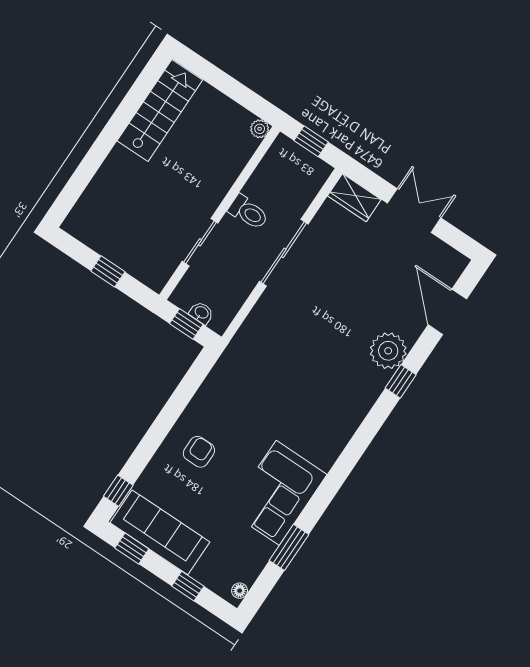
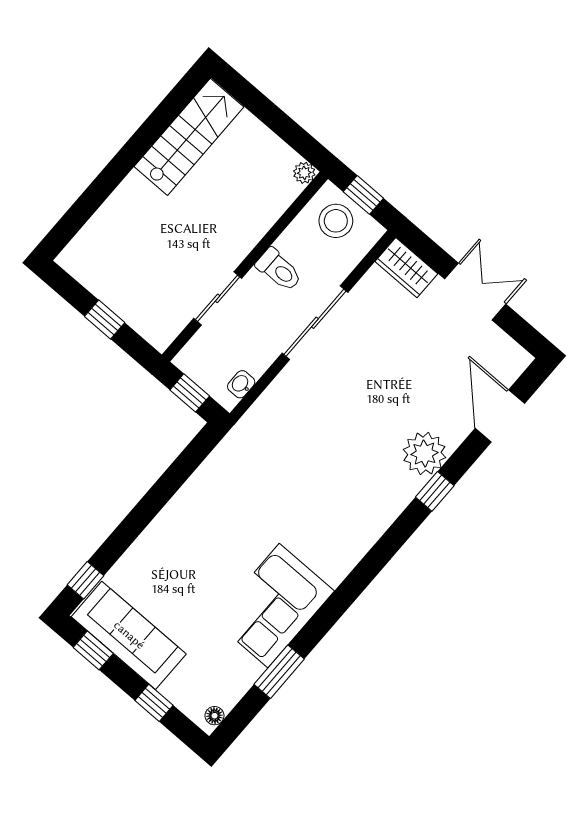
stool: (291, 166) -> (336, 221), added
washbasin: (201, 313) -> (241, 384), moved, turned -90
armchair: (199, 452) -> (186, 546), removed

